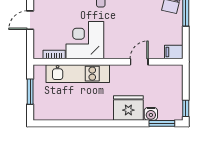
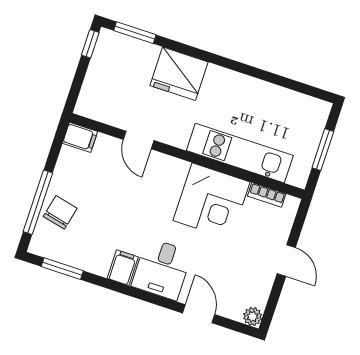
door: (30, 20) -> (286, 260), hinge flipped
door: (139, 62) -> (139, 140), hinge flipped
water cooler: (151, 114) -> (147, 53), removed

